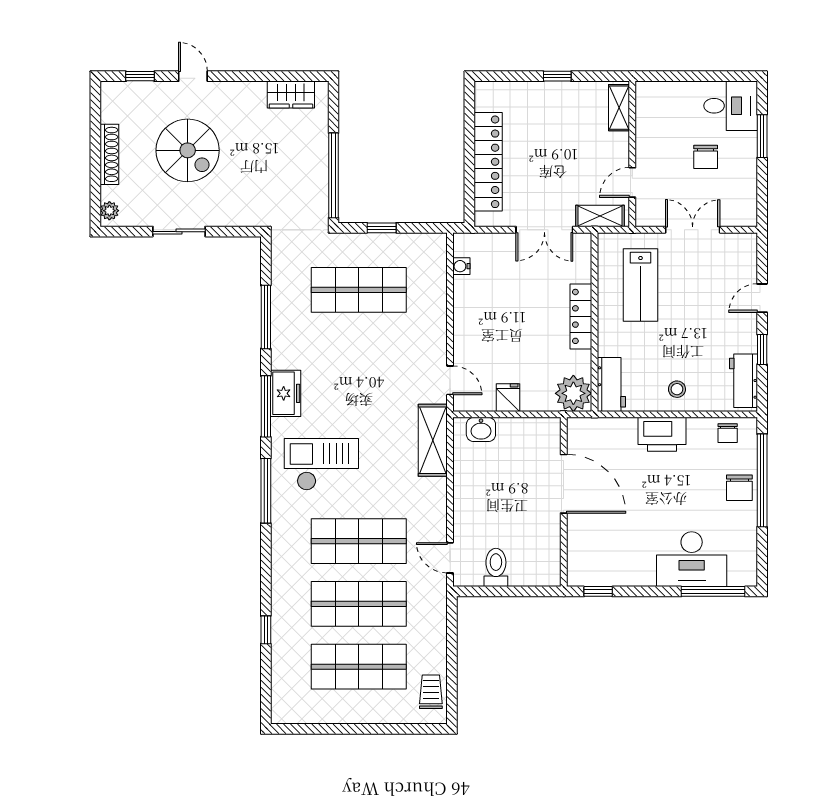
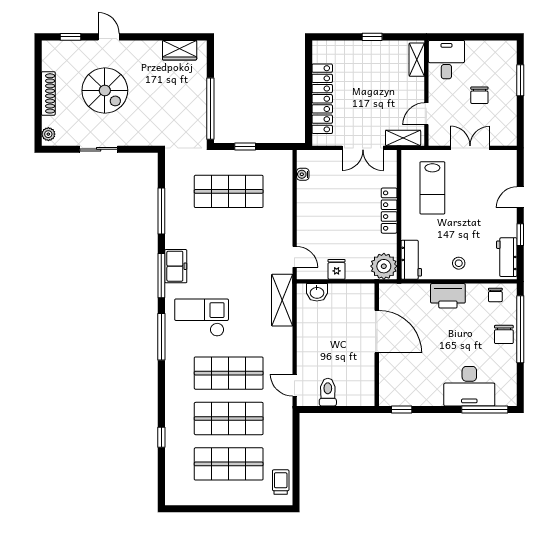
desk: (731, 106) -> (446, 60), moved, turned -90

